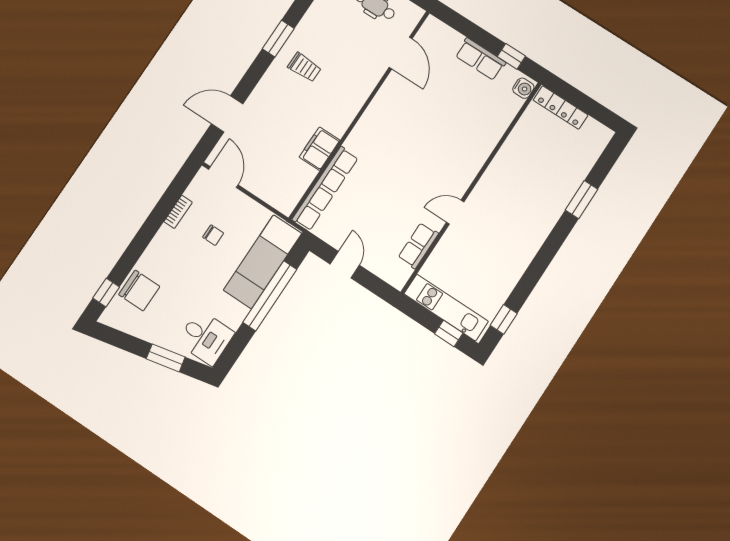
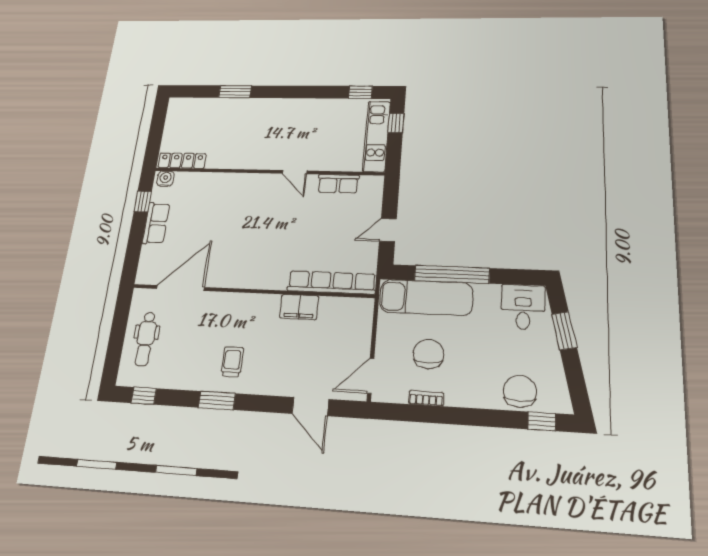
door: (401, 53) -> (180, 288), width x1.36
locker: (561, 108) -> (182, 161), moved, turned -90
chair: (213, 235) -> (428, 354), width x1.87, depth x1.87

